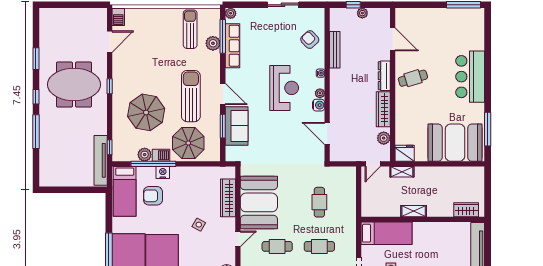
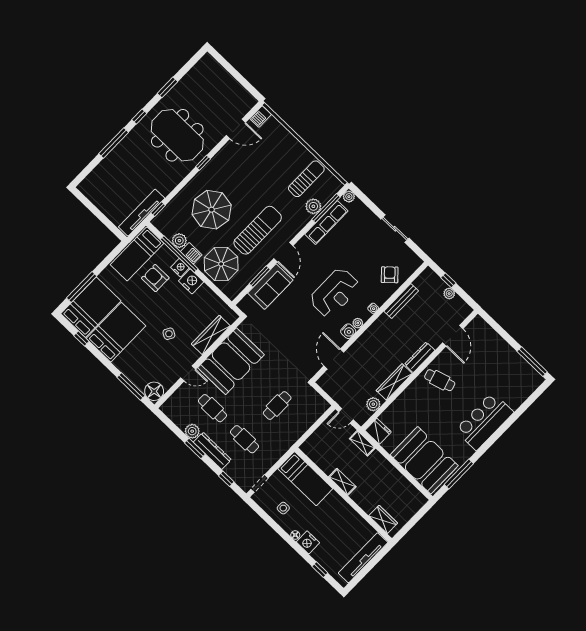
nightstand: (179, 175) -> (191, 281), added

